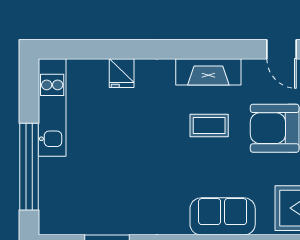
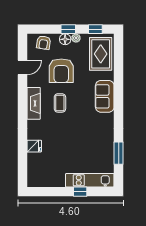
kitchen unit: (52, 107) -> (90, 180), moved
window: (29, 167) -> (80, 192), width x0.32

